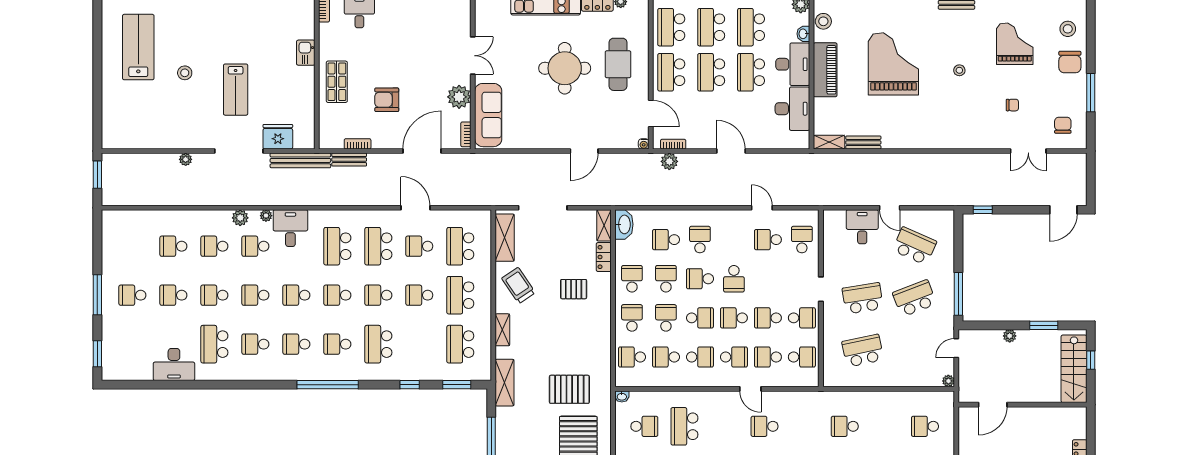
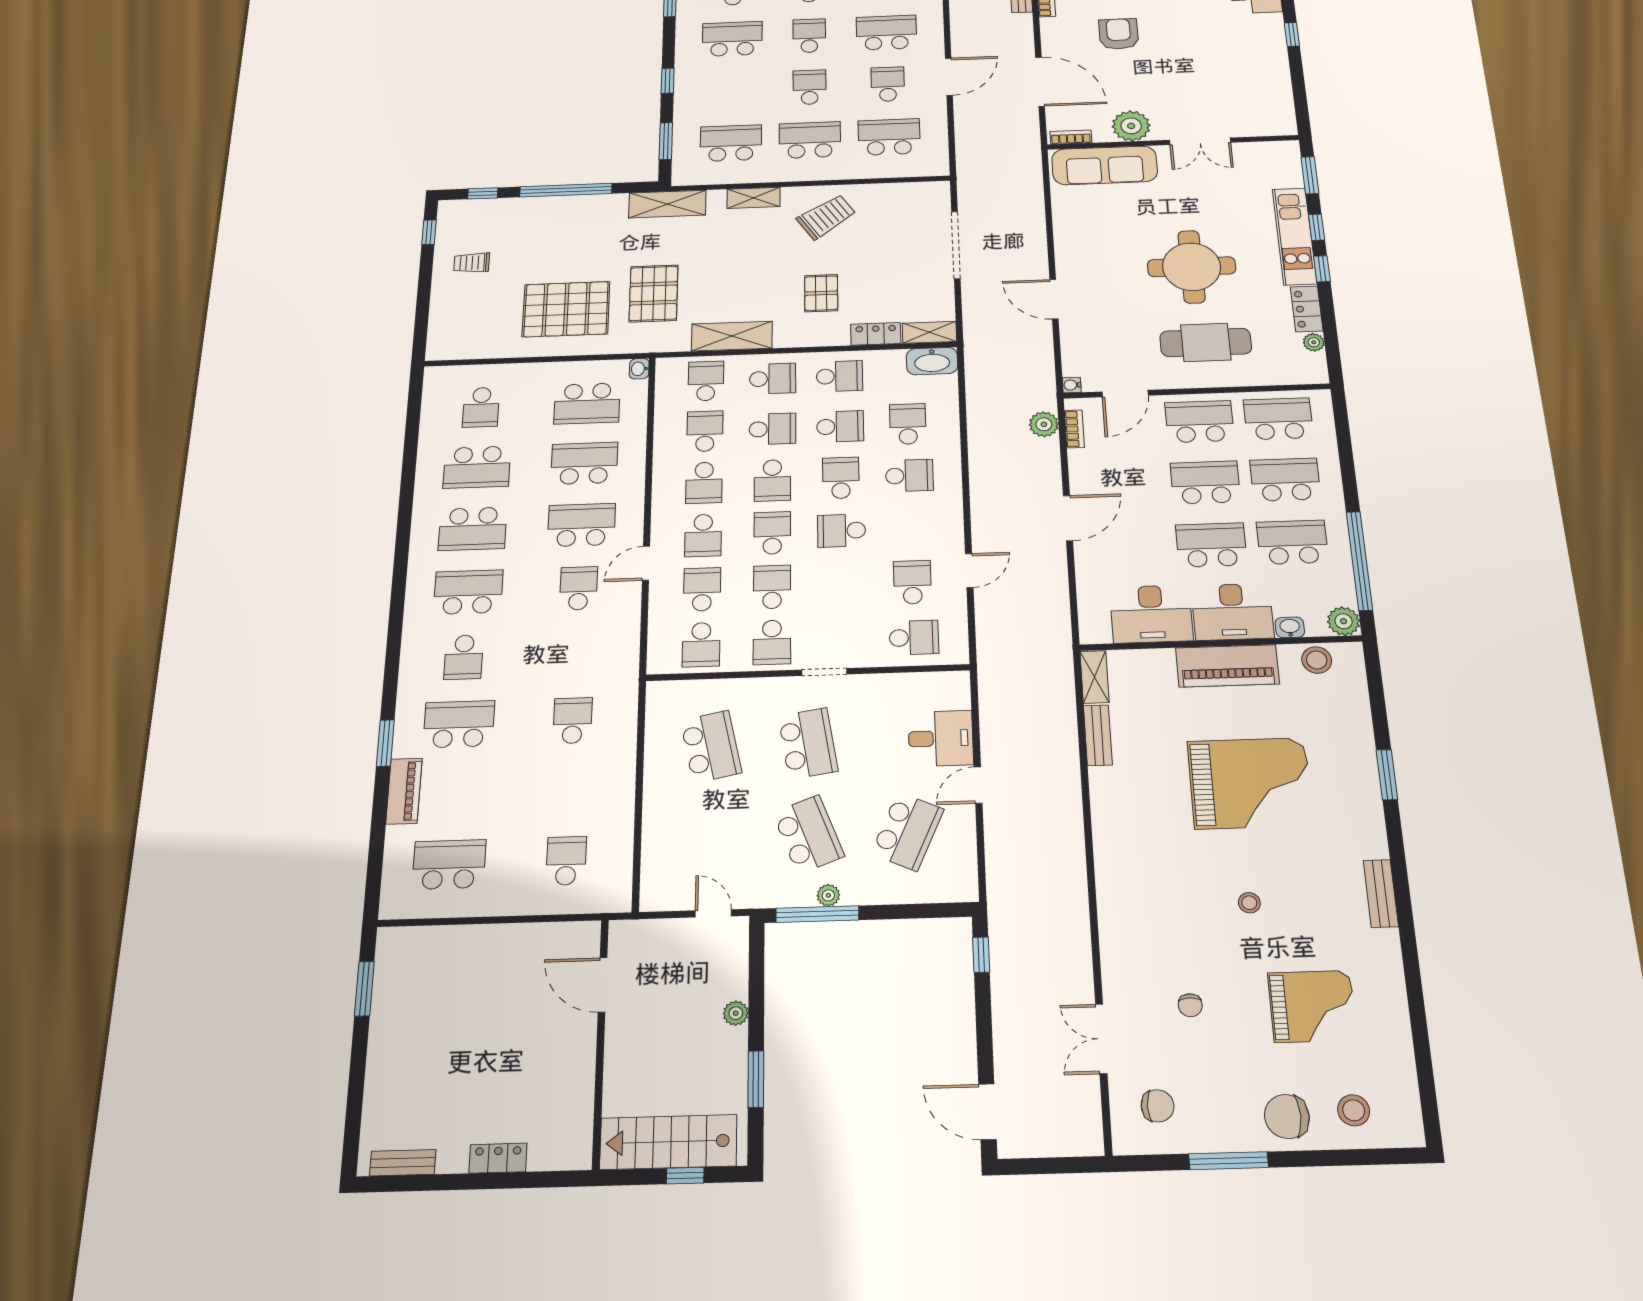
shelving: (505, 238) -> (732, 336), moved
plant: (948, 381) -> (828, 895), moved
school desk: (644, 426) -> (587, 403), width x1.85
school desk: (725, 426) -> (581, 525), added

